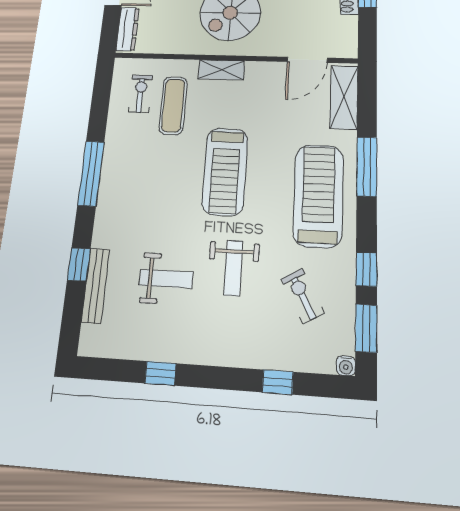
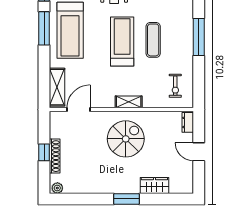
dresser: (128, 29) -> (188, 122), width x0.70
exercise mat: (173, 105) -> (153, 40), moved
window: (367, 166) -> (44, 28), moved

